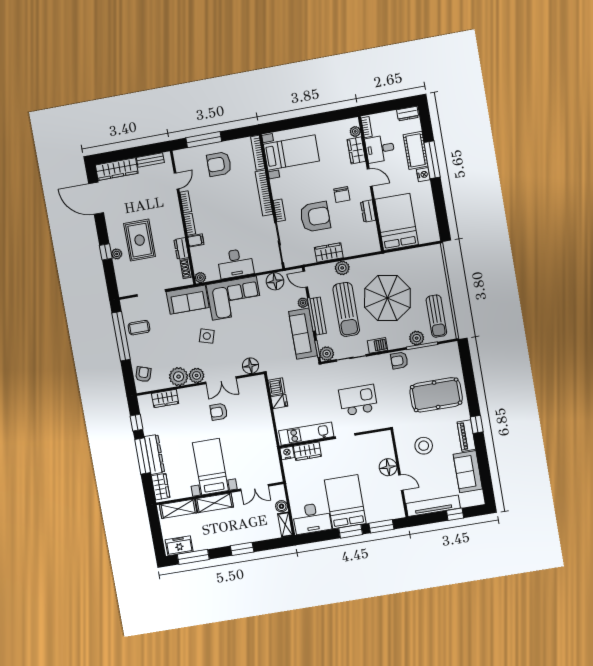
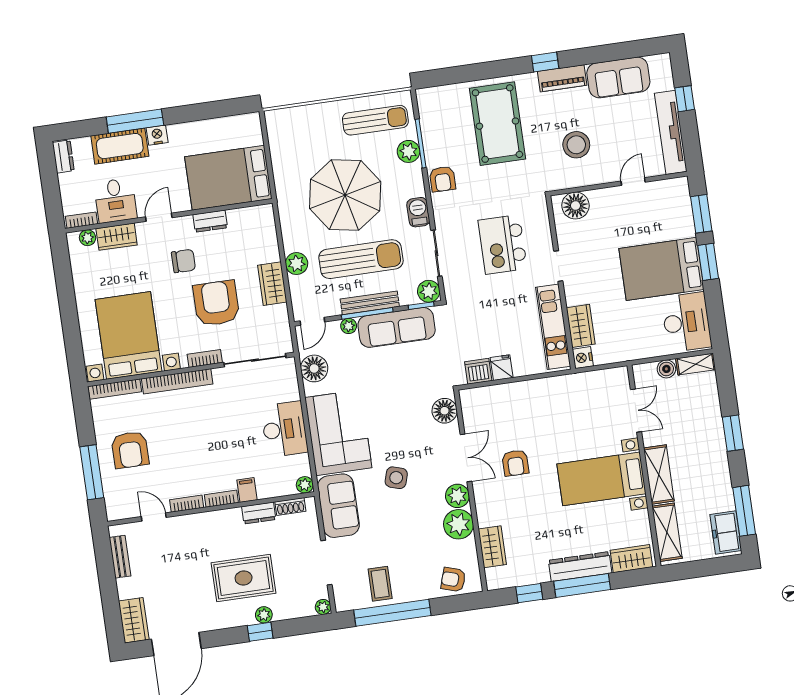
bed with nightstands: (291, 153) -> (129, 335), width x1.36
wardrobe: (117, 169) -> (134, 620), width x0.67
plant: (123, 292) -> (323, 607), added
floor lamp: (388, 467) -> (575, 206), moved

